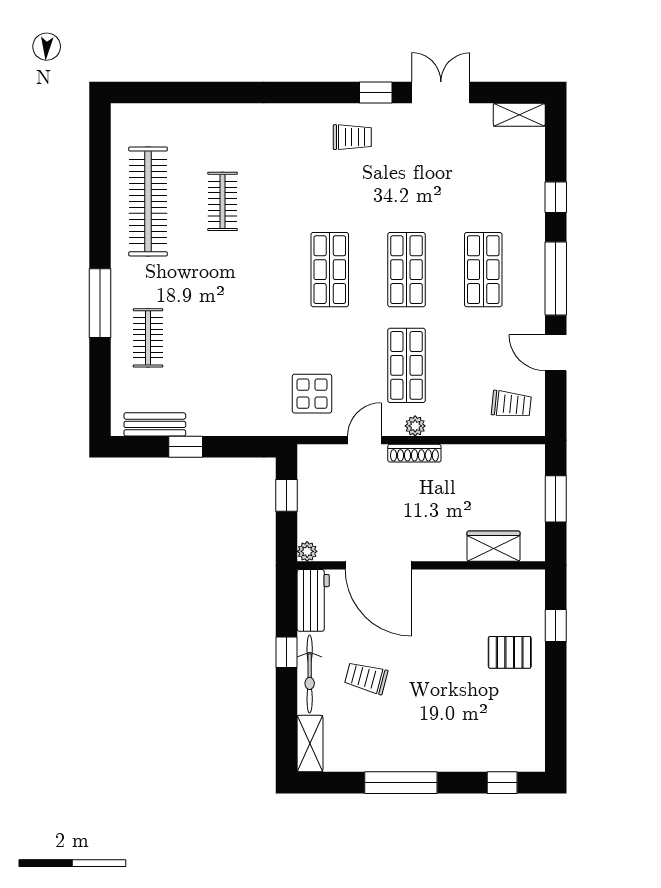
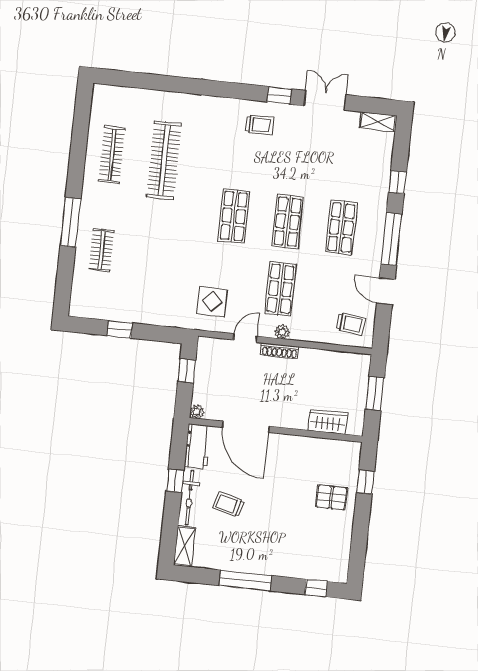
clothes rail: (148, 201) -> (112, 155), width x0.73, depth x0.76
clothes rail: (223, 201) -> (164, 160), width x1.86, depth x1.31
bench: (155, 424) -> (100, 311), removed

